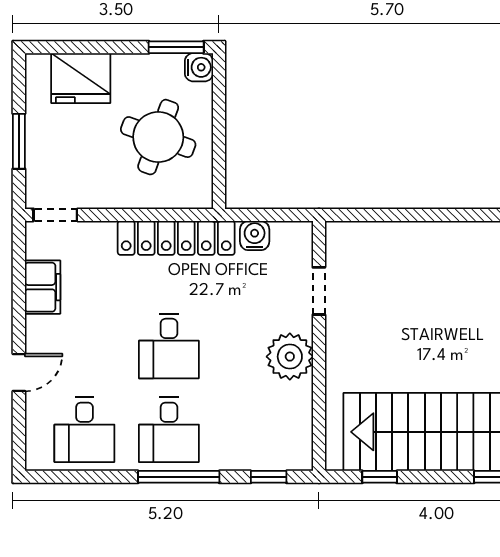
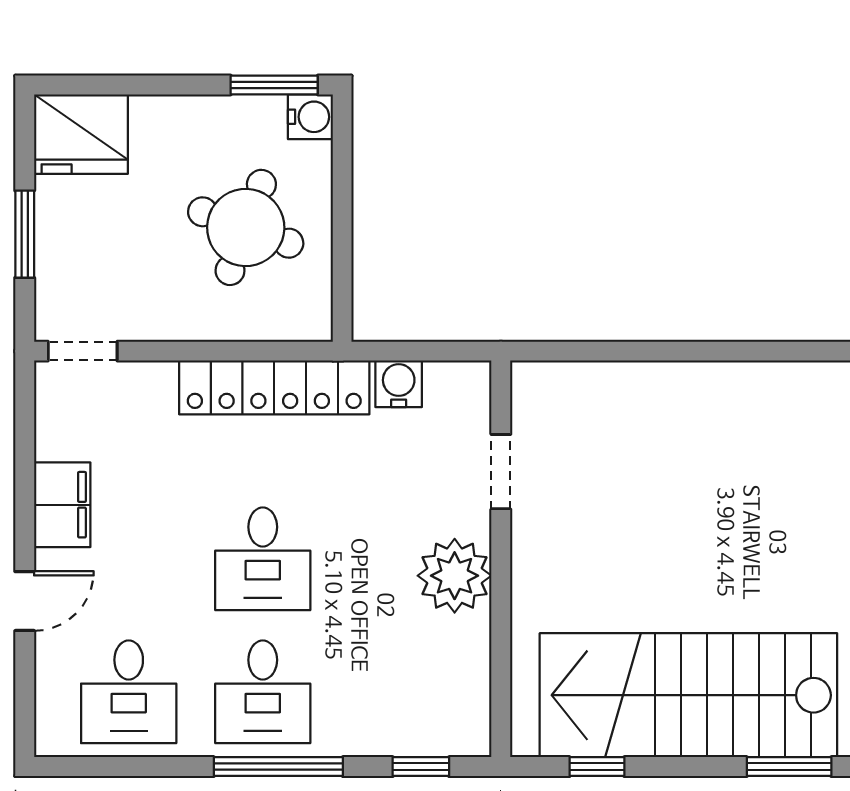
fridge: (81, 78) -> (81, 134), moved
filing cabinet: (43, 287) -> (62, 505), moved

